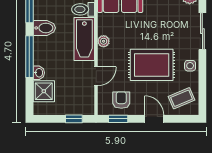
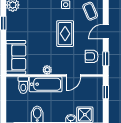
rug: (152, 65) -> (65, 34), width x0.73, depth x0.70
door: (96, 76) -> (74, 75), swing flipped

